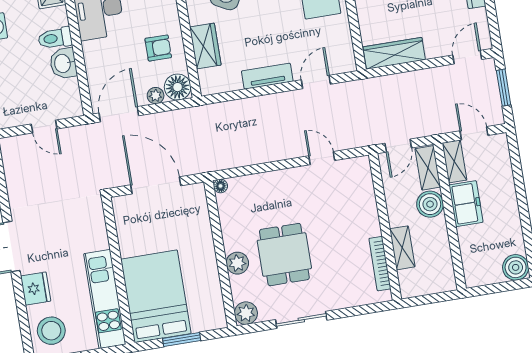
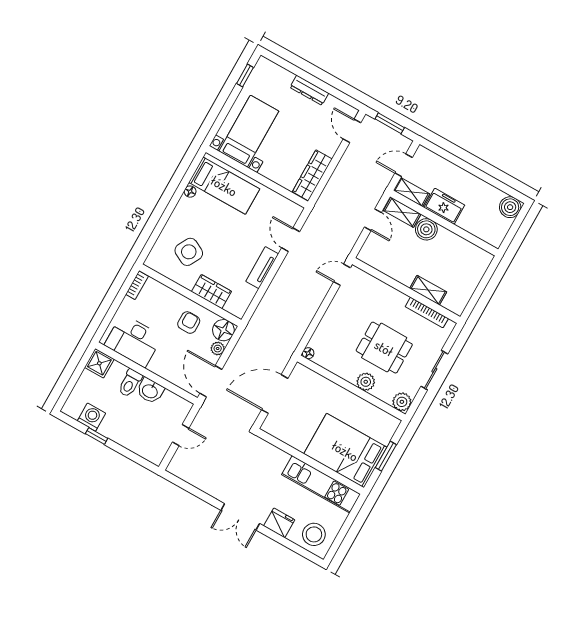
wall: (385, 227) -> (406, 290), moved
shelving: (402, 248) -> (428, 290), moved
bookcase: (380, 264) -> (427, 312), moved

